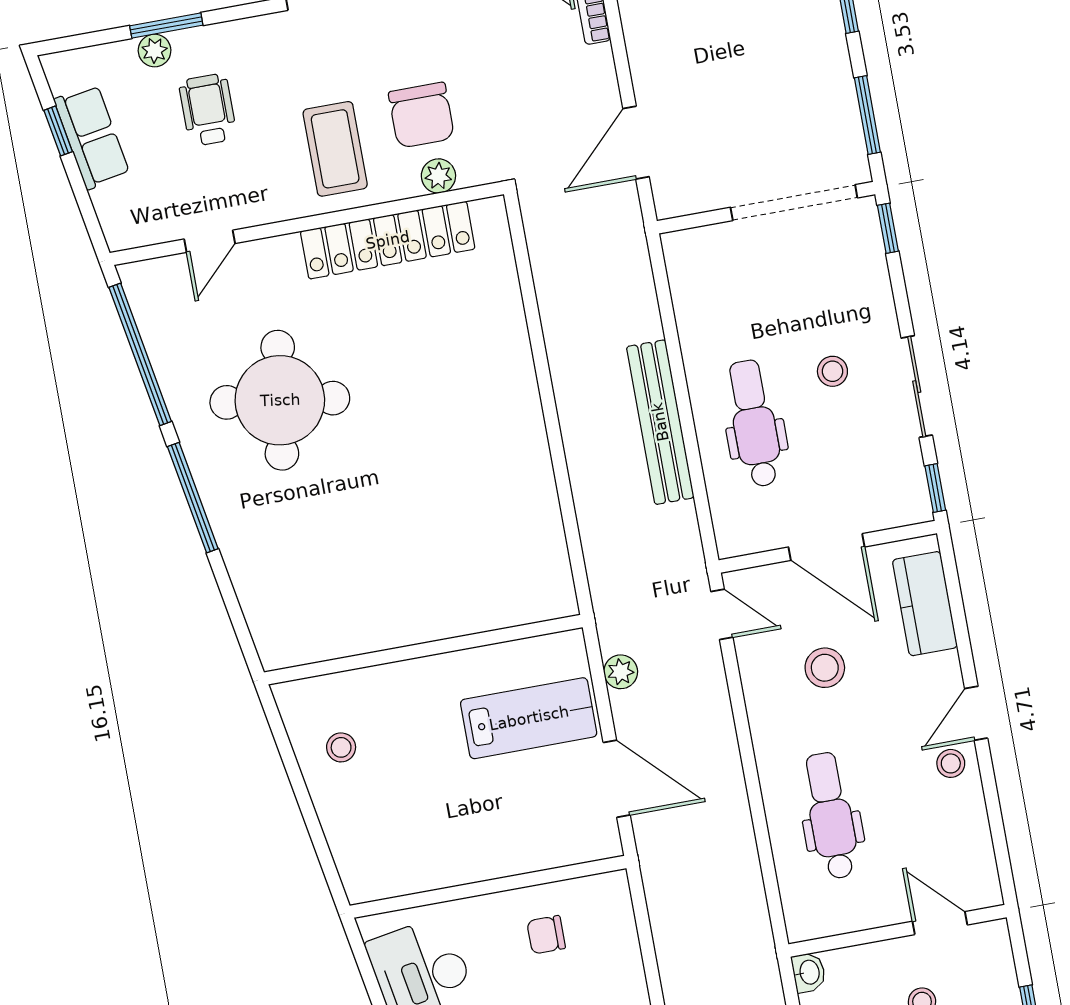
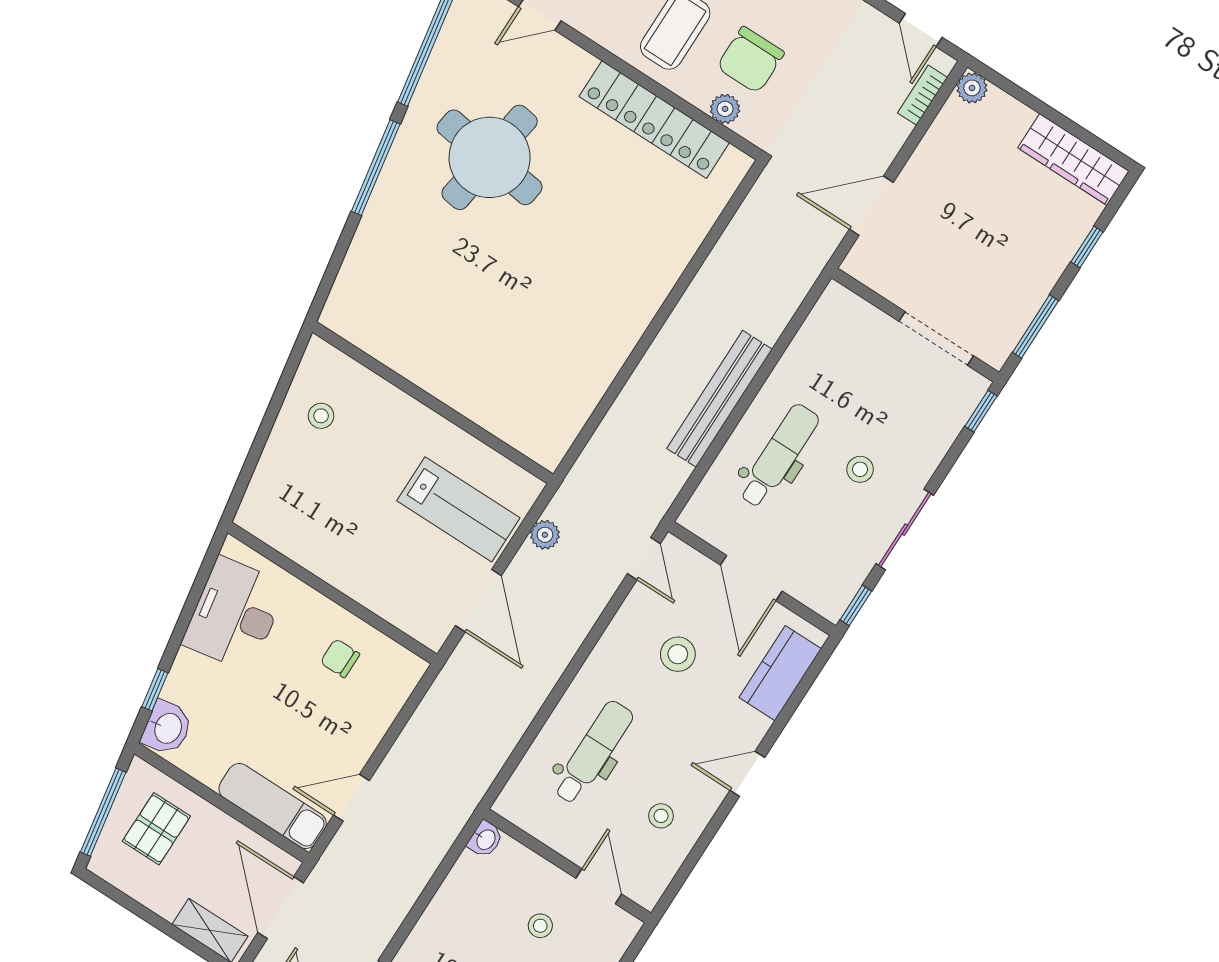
doorway: (794, 203) -> (936, 339), width x0.73
stool: (951, 763) -> (661, 816), moved

